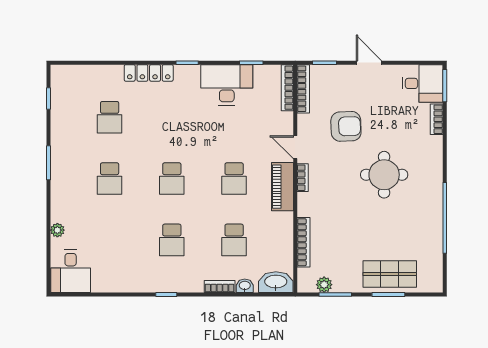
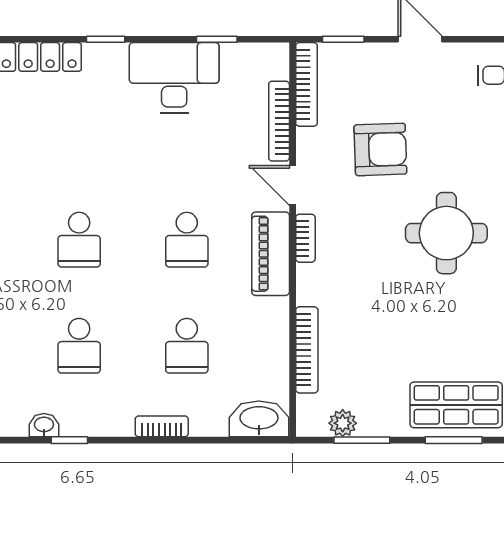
bookcase: (287, 88) -> (279, 121), moved
washbasin: (245, 286) -> (44, 425), moved

